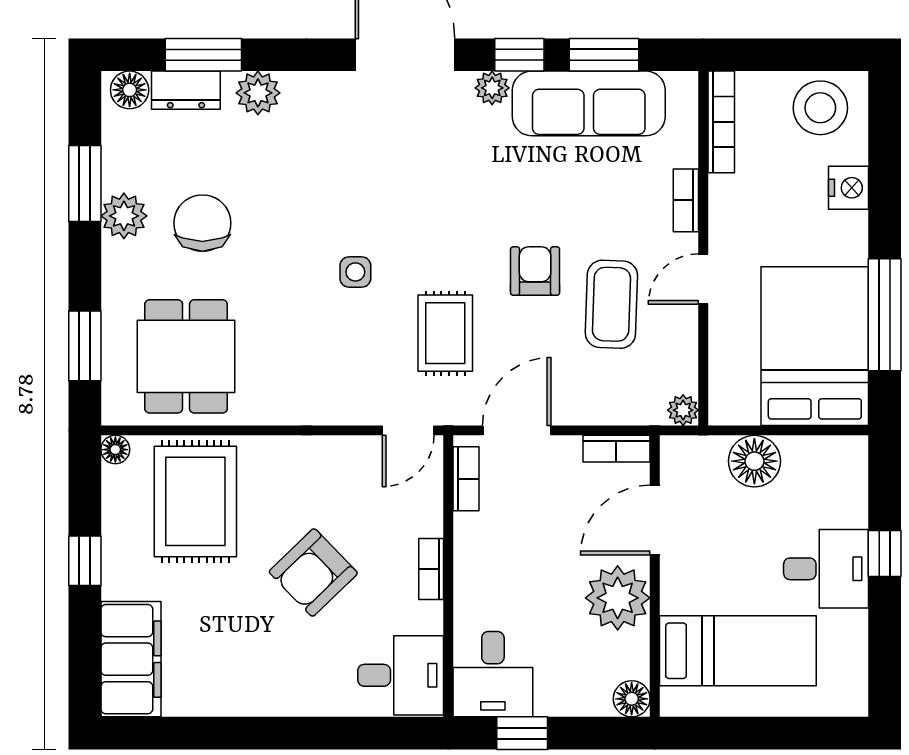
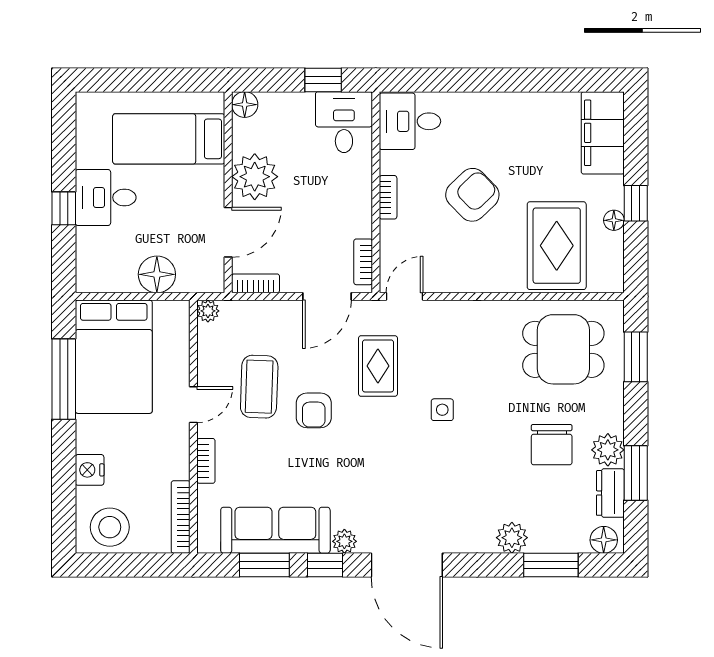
dresser: (186, 90) -> (610, 493), moved, turned -90
dining table: (186, 356) -> (563, 349), turned 90
floor lamp: (115, 450) -> (614, 220), moved

